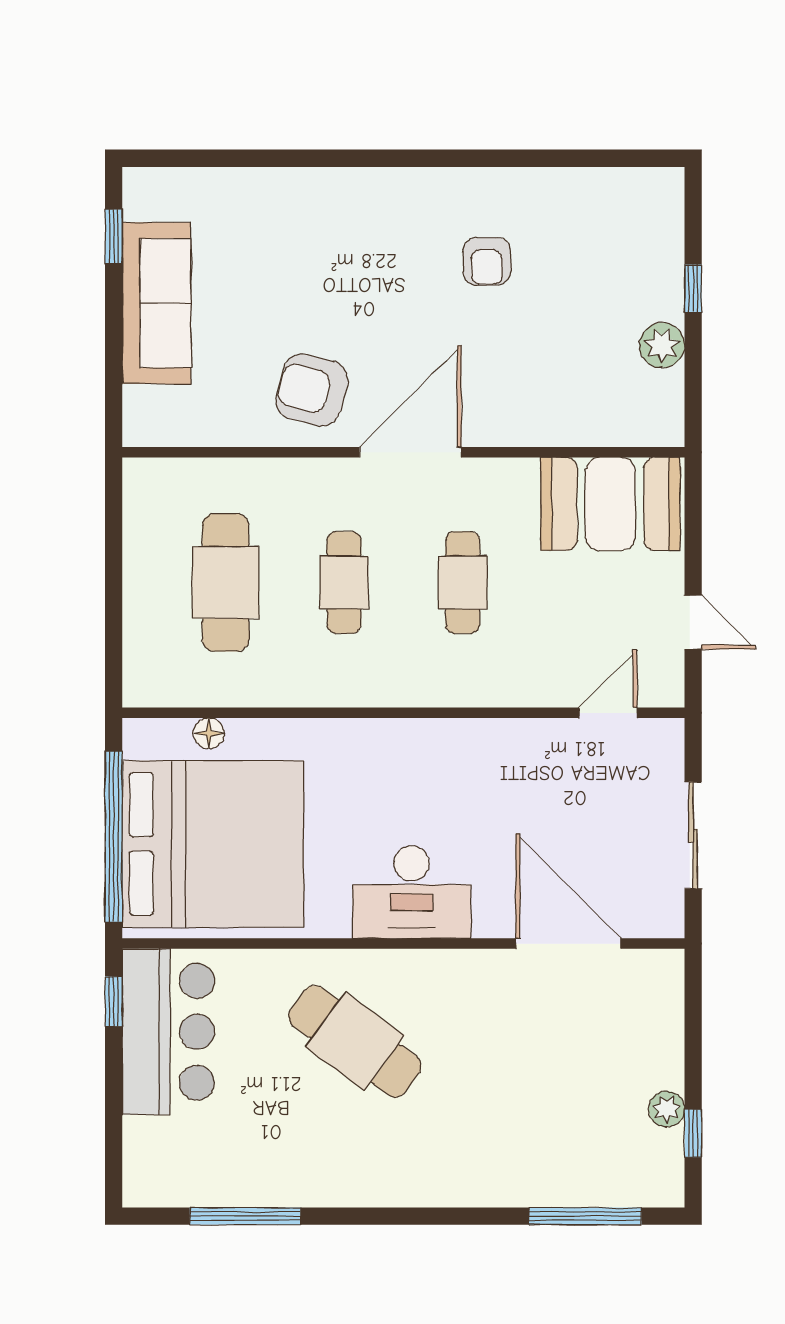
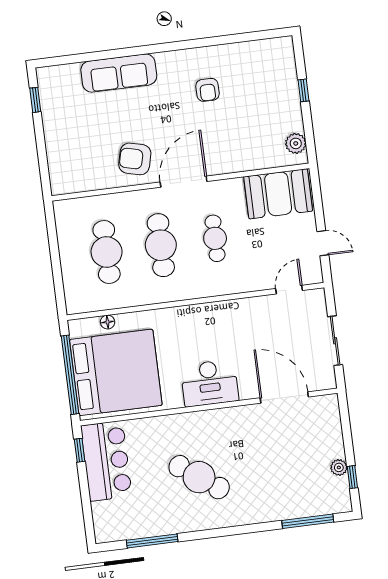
sofa: (157, 303) -> (119, 73), moved, turned 90
plant: (662, 345) -> (296, 143), moved
cafe table: (344, 583) -> (161, 245), width x1.37, depth x1.35
cafe table: (355, 1041) -> (199, 477), moved

